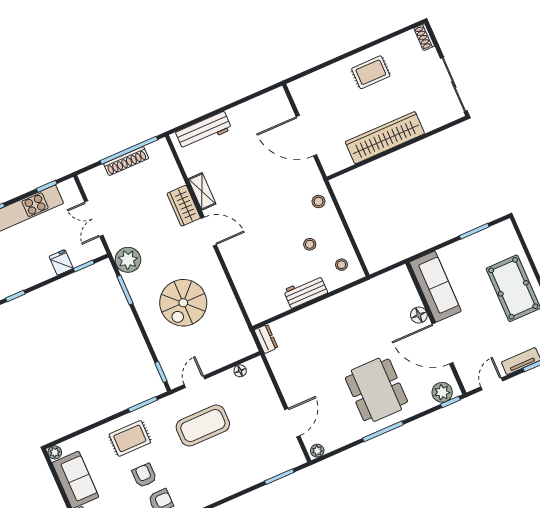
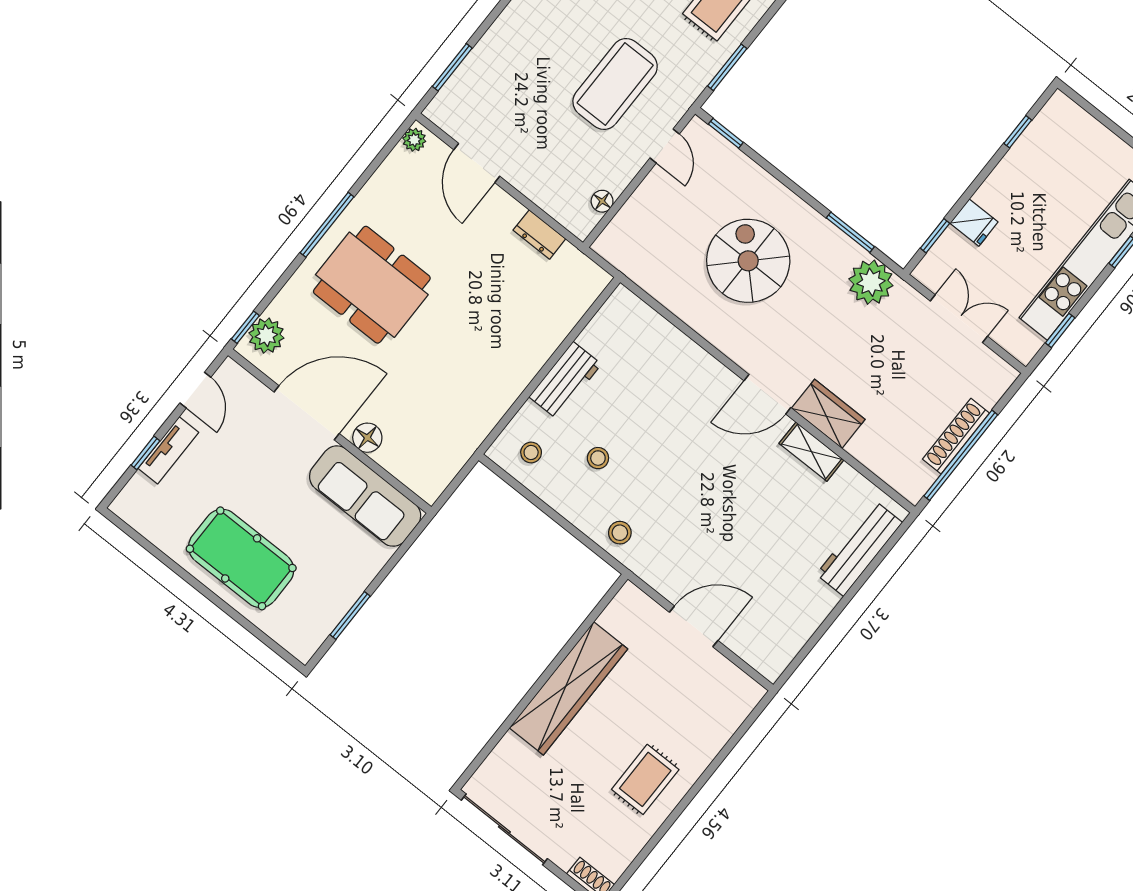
door: (306, 136) -> (694, 626), width x0.73
dresser: (266, 339) -> (539, 234), moved

